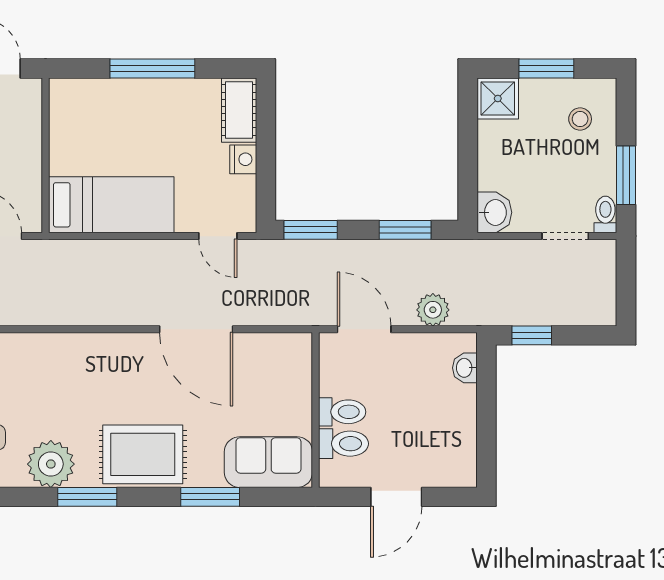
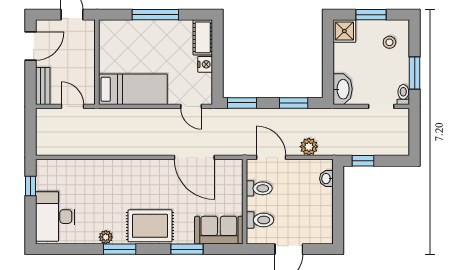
washbasin: (494, 212) -> (343, 89), width x1.38
door: (196, 329) -> (194, 157), moved
toilet: (342, 412) -> (259, 188), moved
plant: (51, 464) -> (106, 237), width x0.53, depth x0.53

